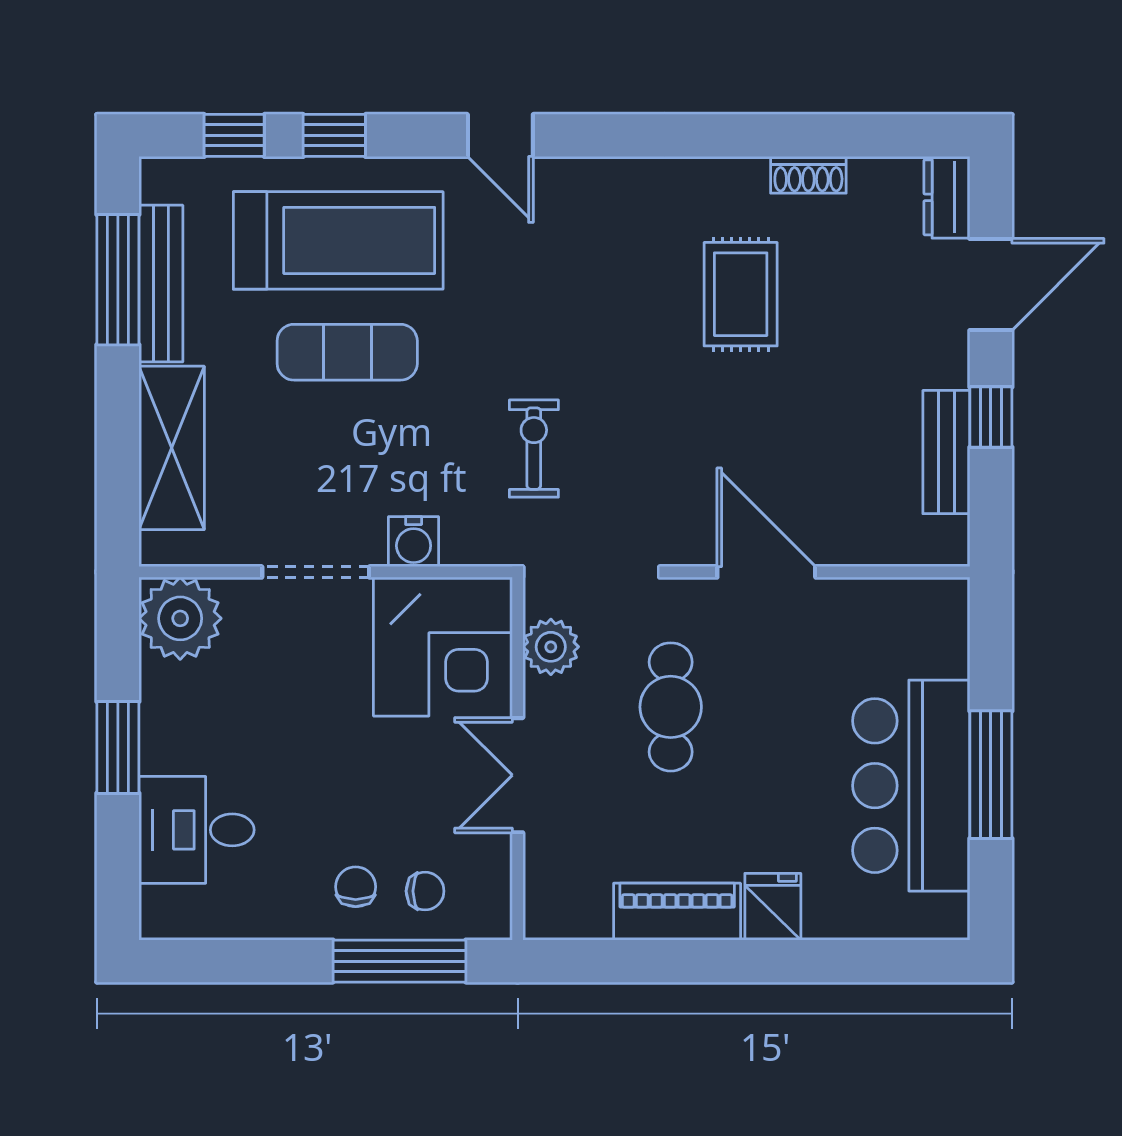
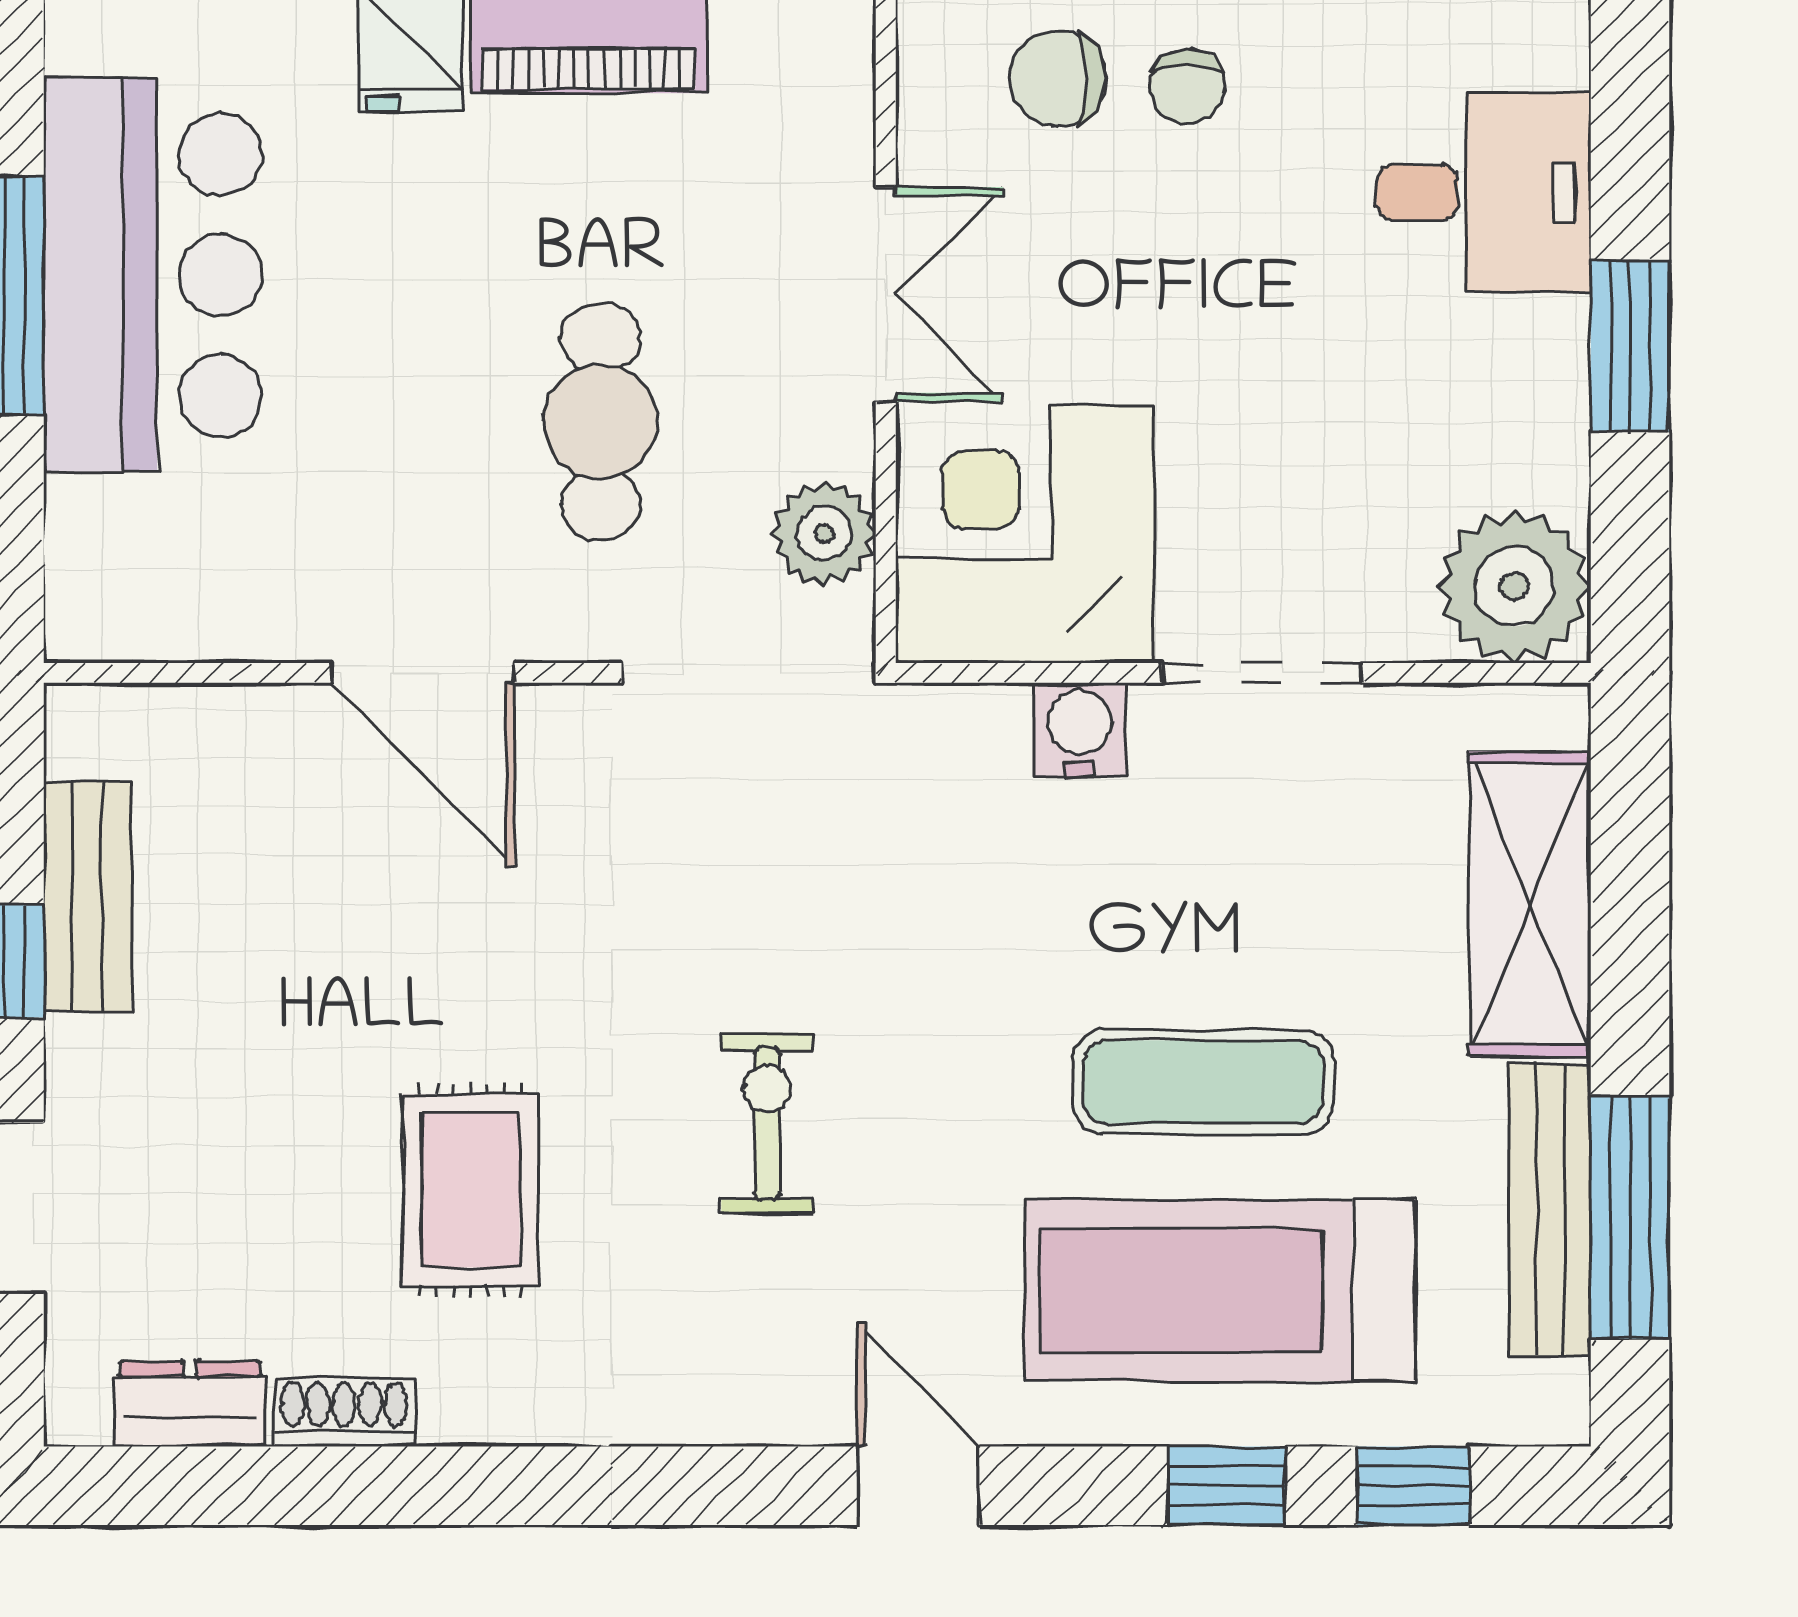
dresser: (947, 197) -> (190, 1404), moved, turned -90
exercise bike: (534, 449) -> (767, 1123), moved, turned 180
chair: (425, 891) -> (1058, 79), width x1.37, depth x1.37

